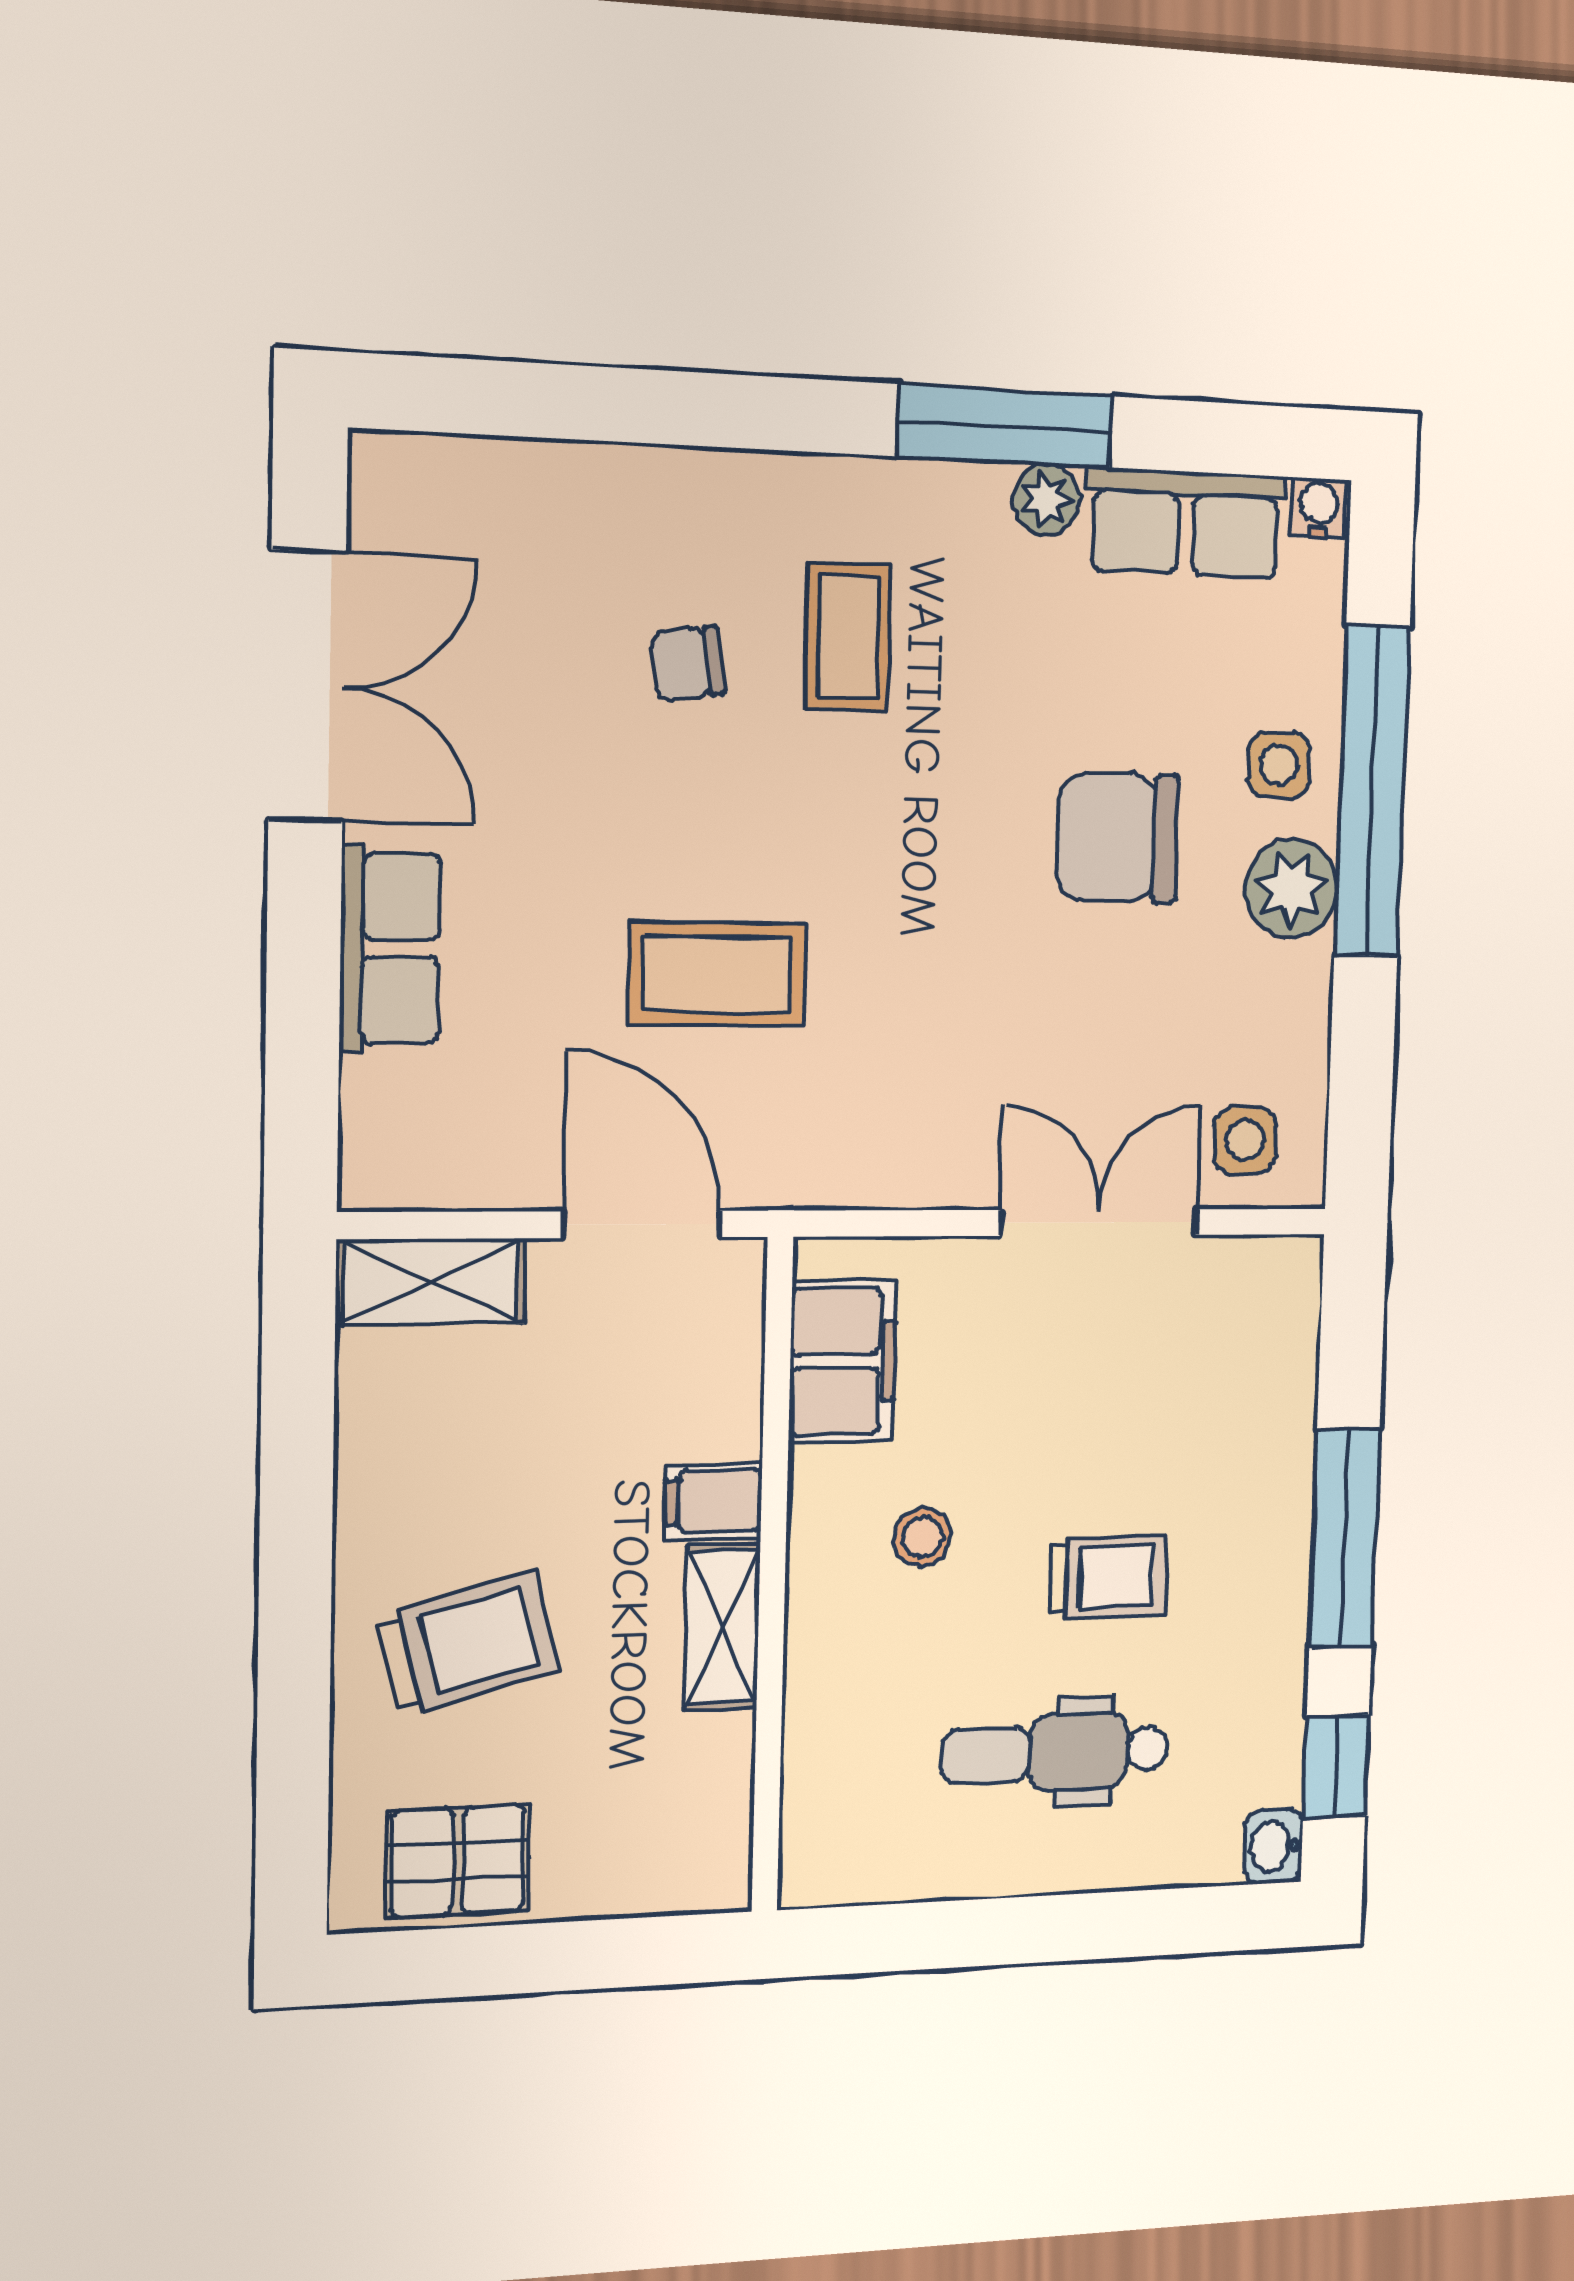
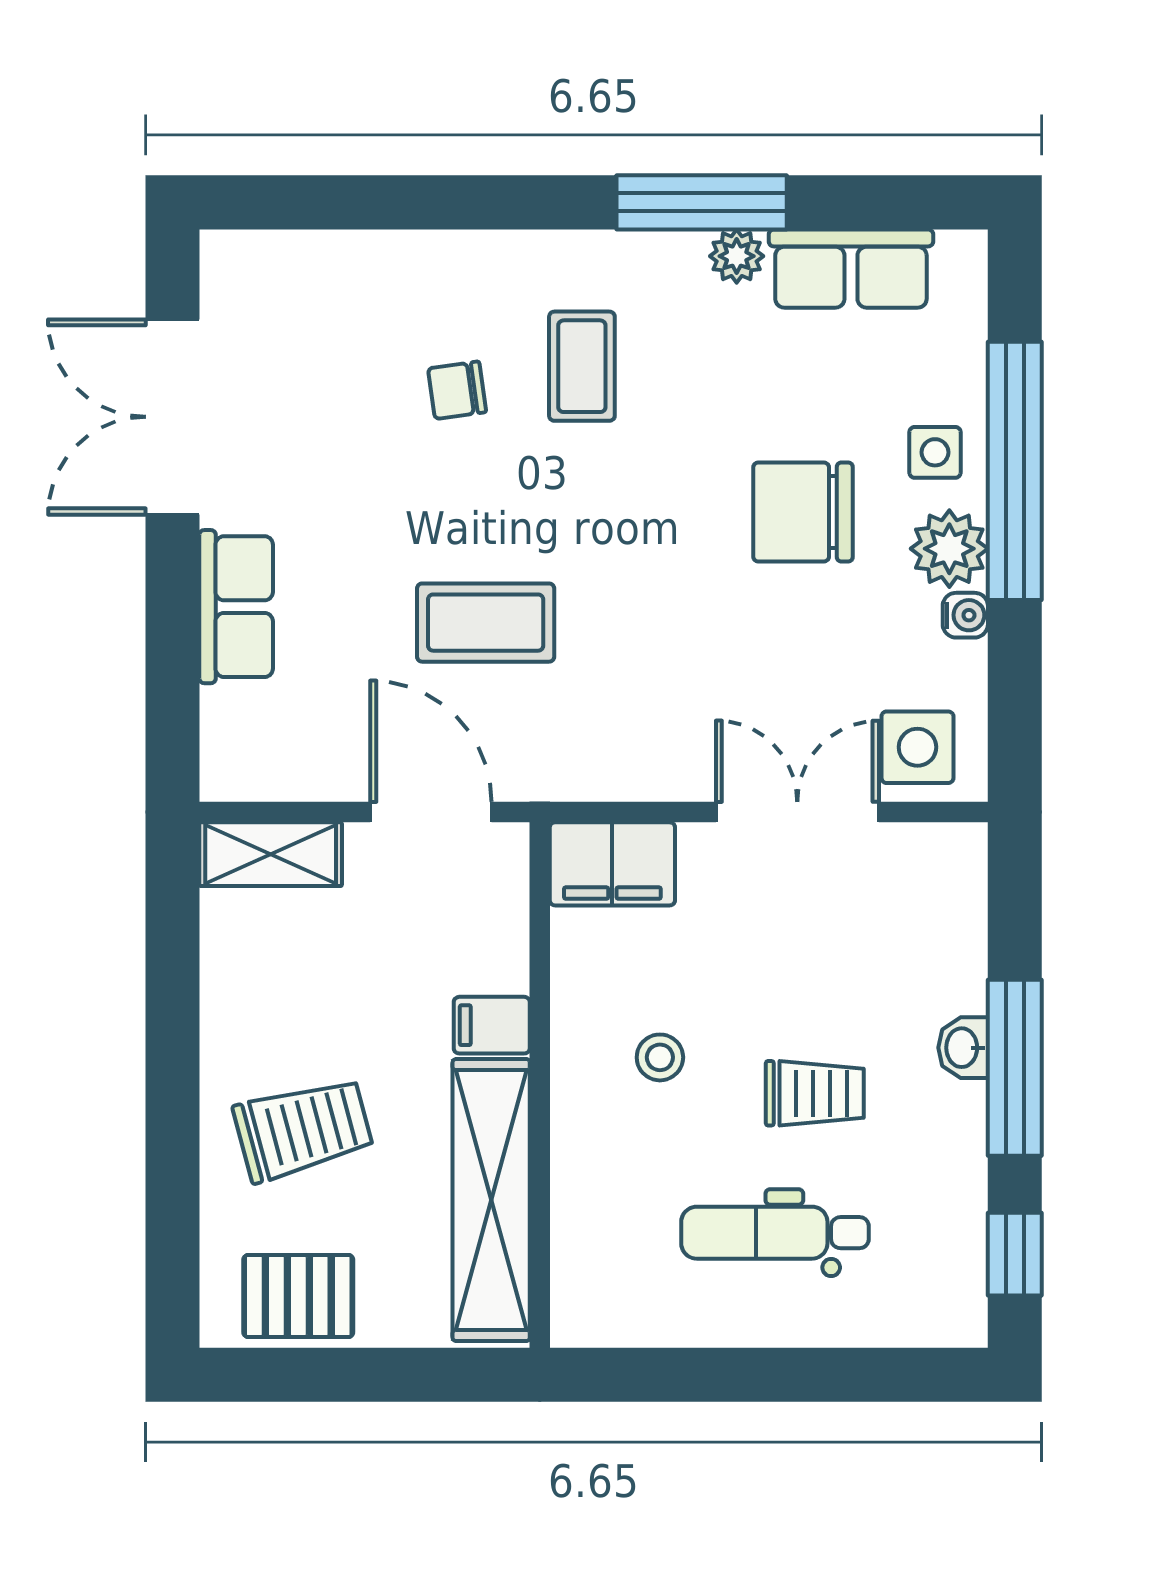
water cooler: (1319, 508) -> (965, 615), moved, turned 90
double door: (307, 686) -> (173, 417), swing flipped
side table: (1245, 1140) -> (917, 747), width x1.37, depth x1.37
filing cabinet: (842, 1361) -> (612, 864), moved, turned 90
shelving: (722, 1627) -> (491, 1200), width x2.20, depth x1.33
washbasin: (1274, 1846) -> (963, 1048), moved

